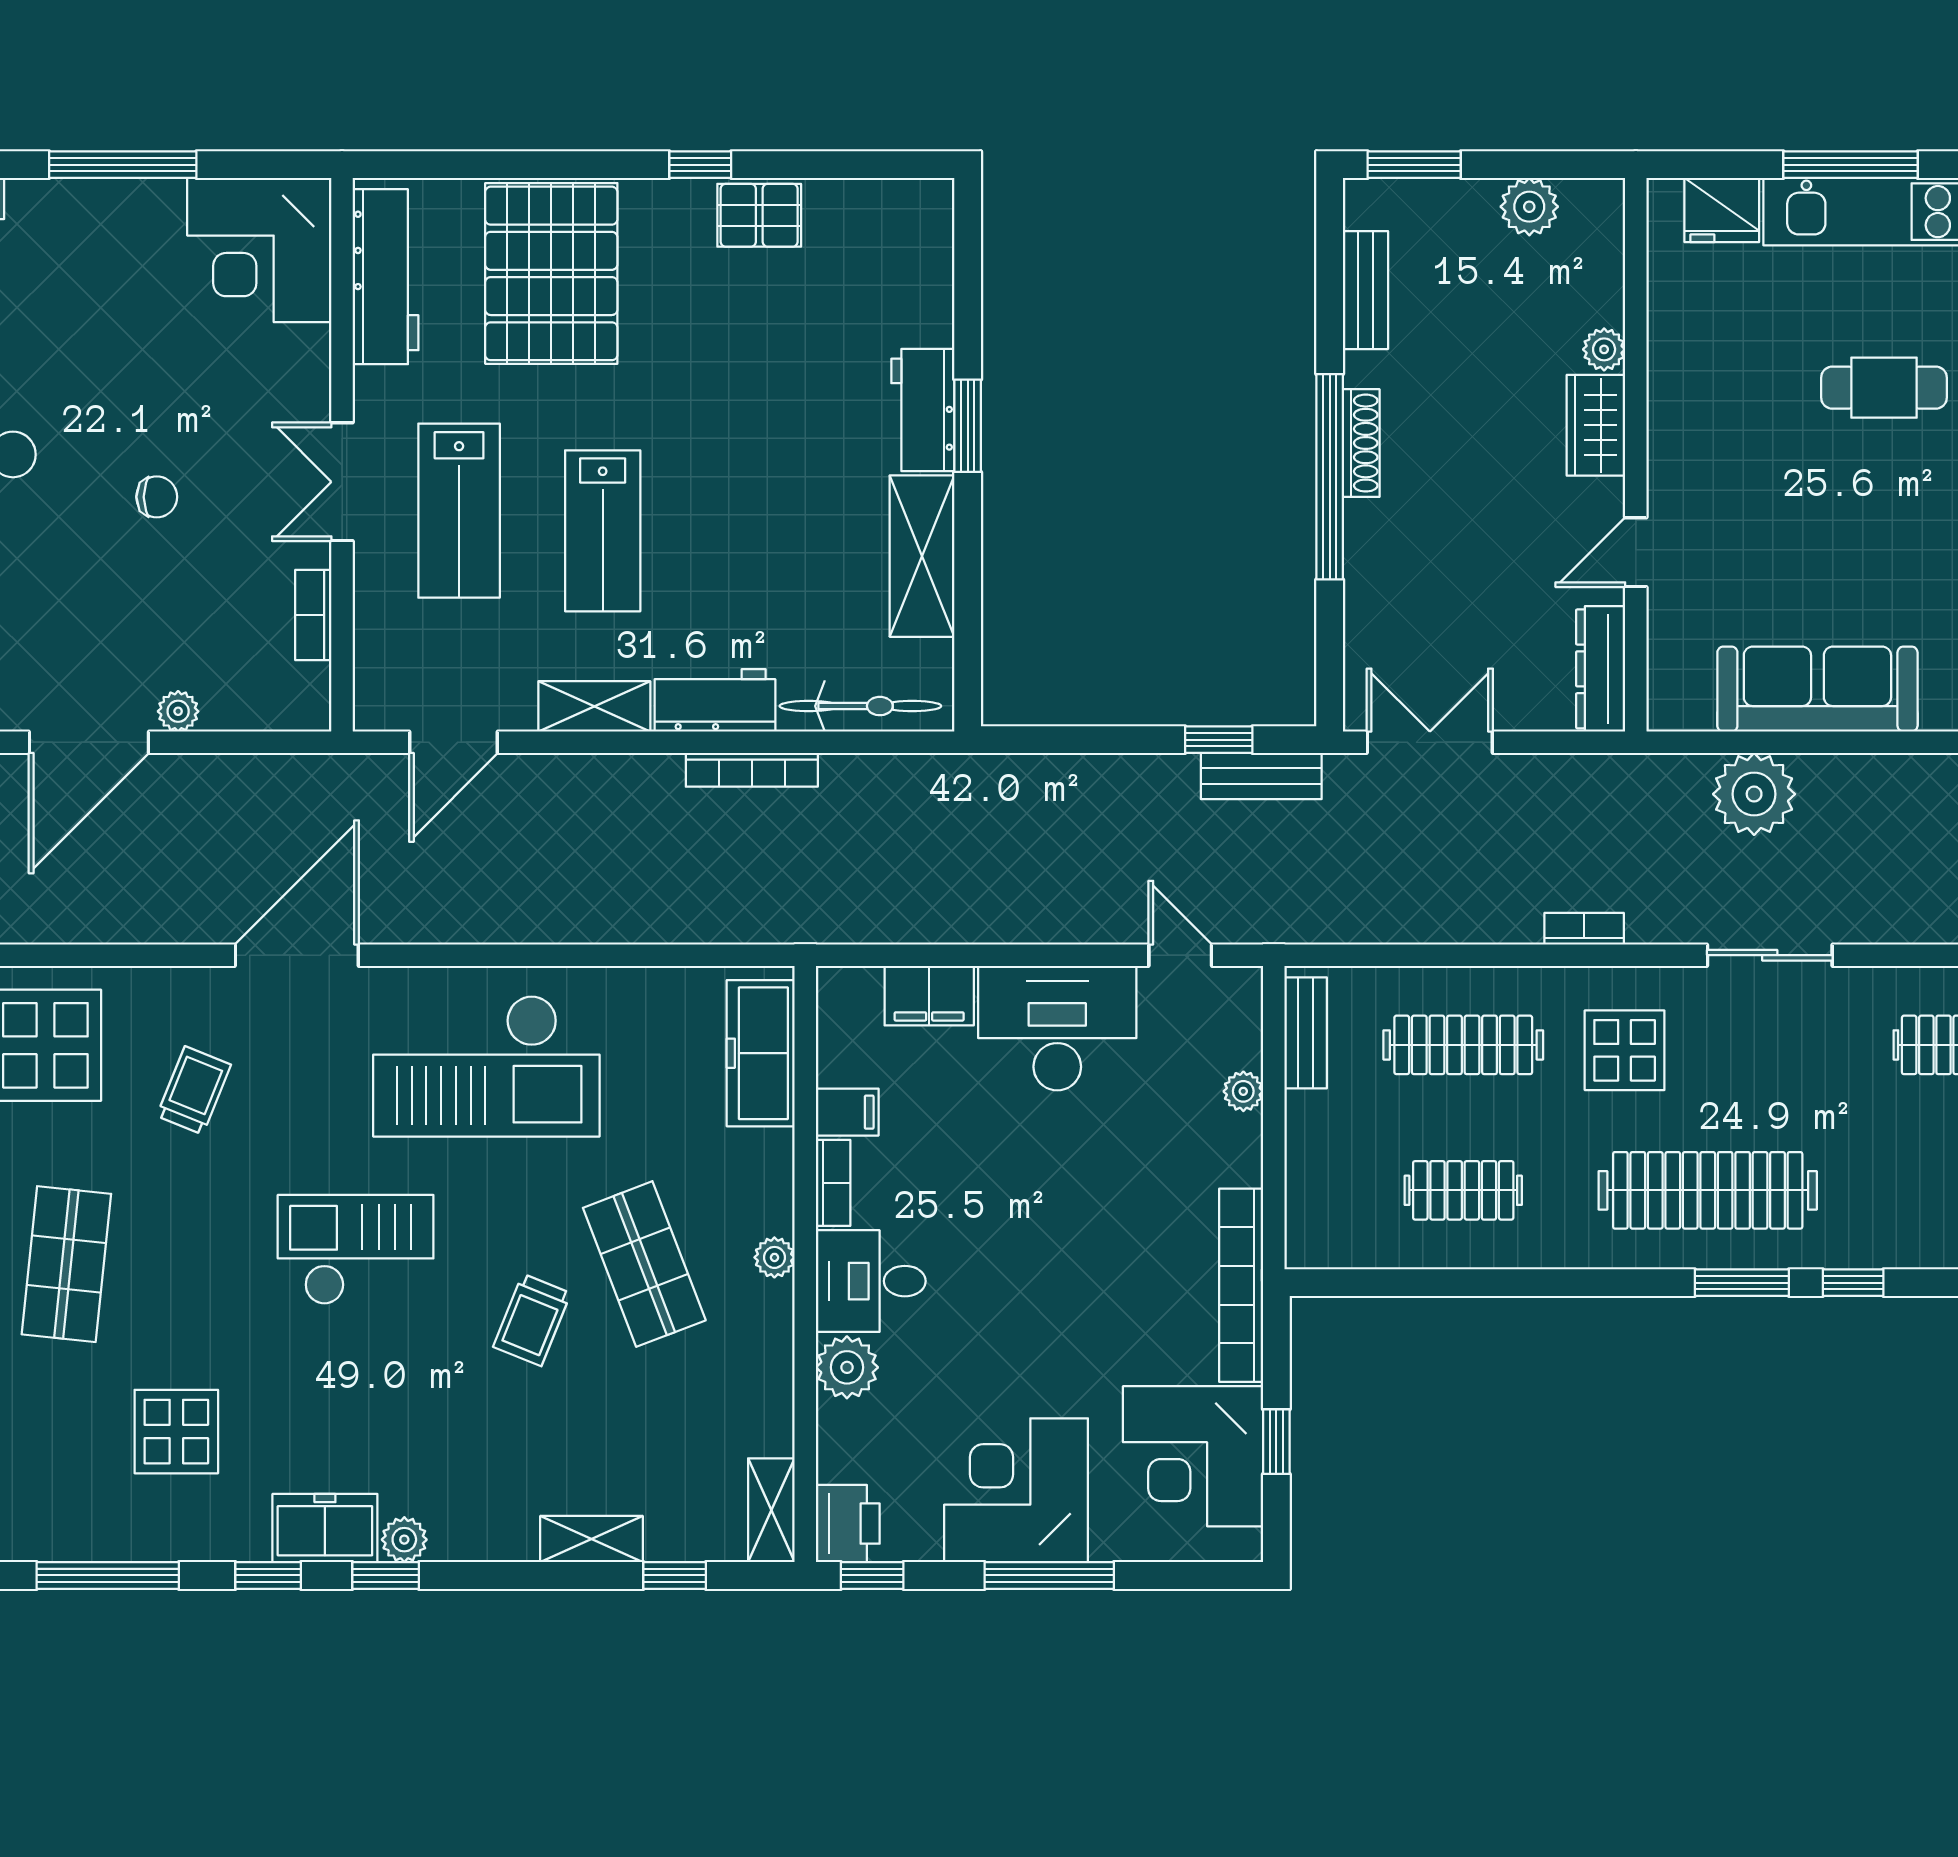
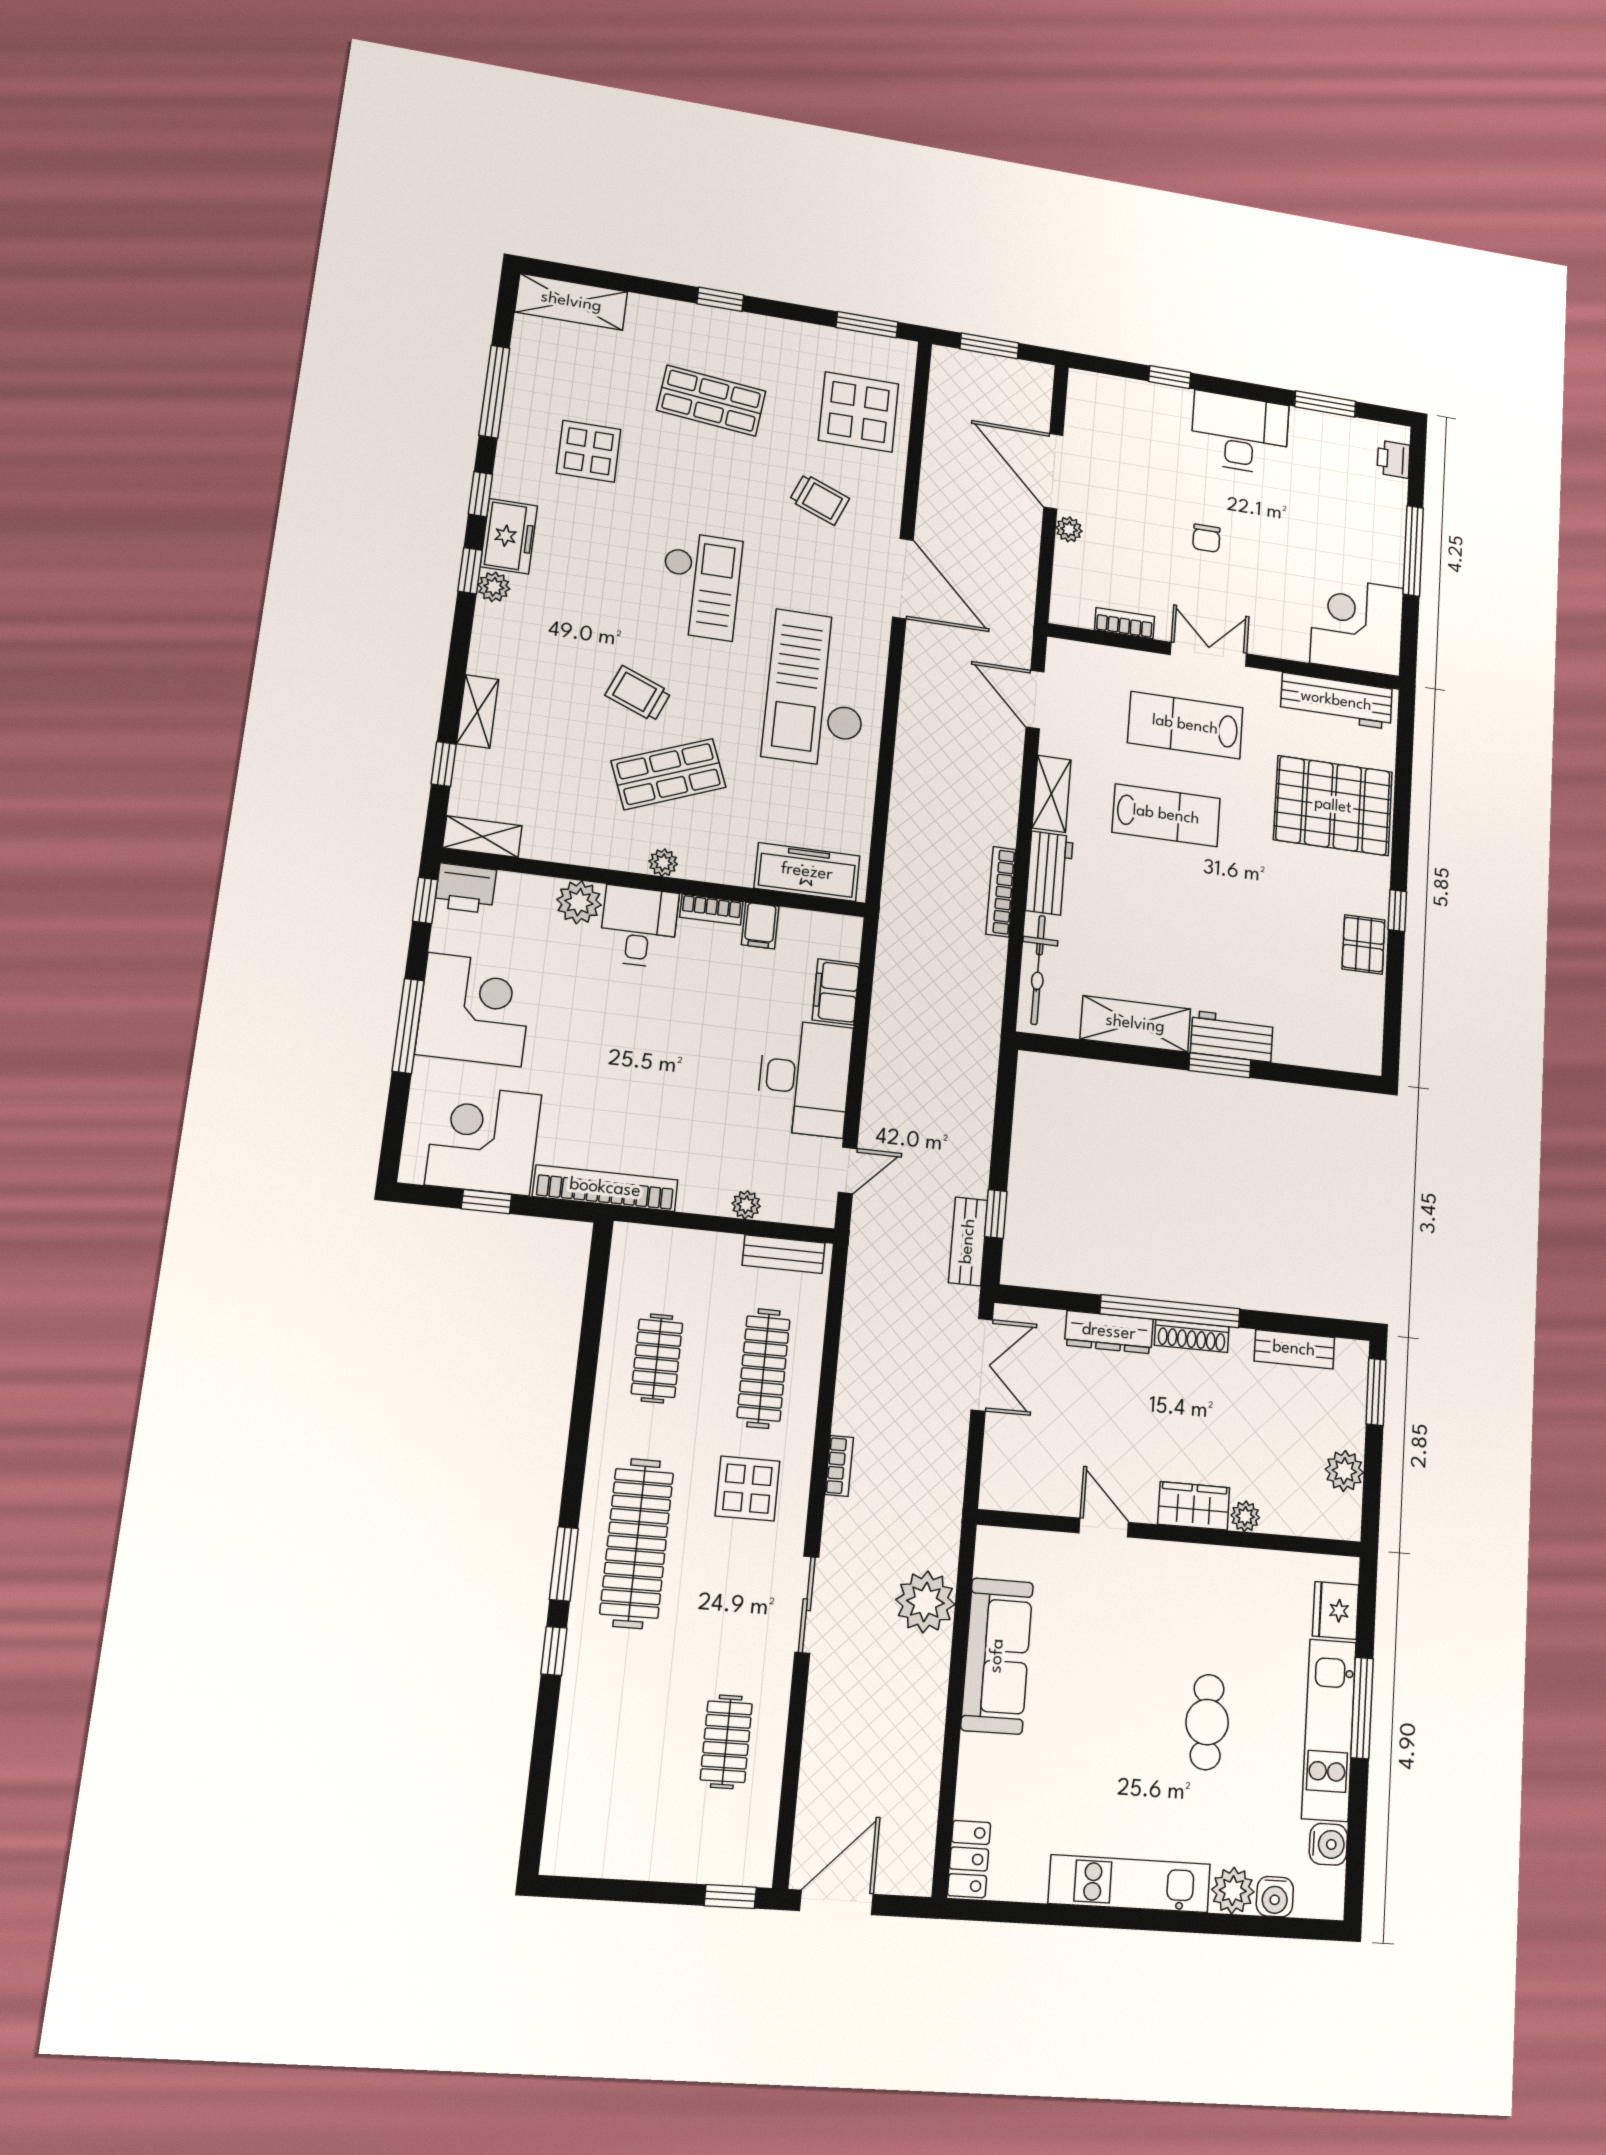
lab bench: (603, 531) -> (1166, 815), turned 180
dresser: (1601, 669) -> (1109, 1332), moved, turned 180

